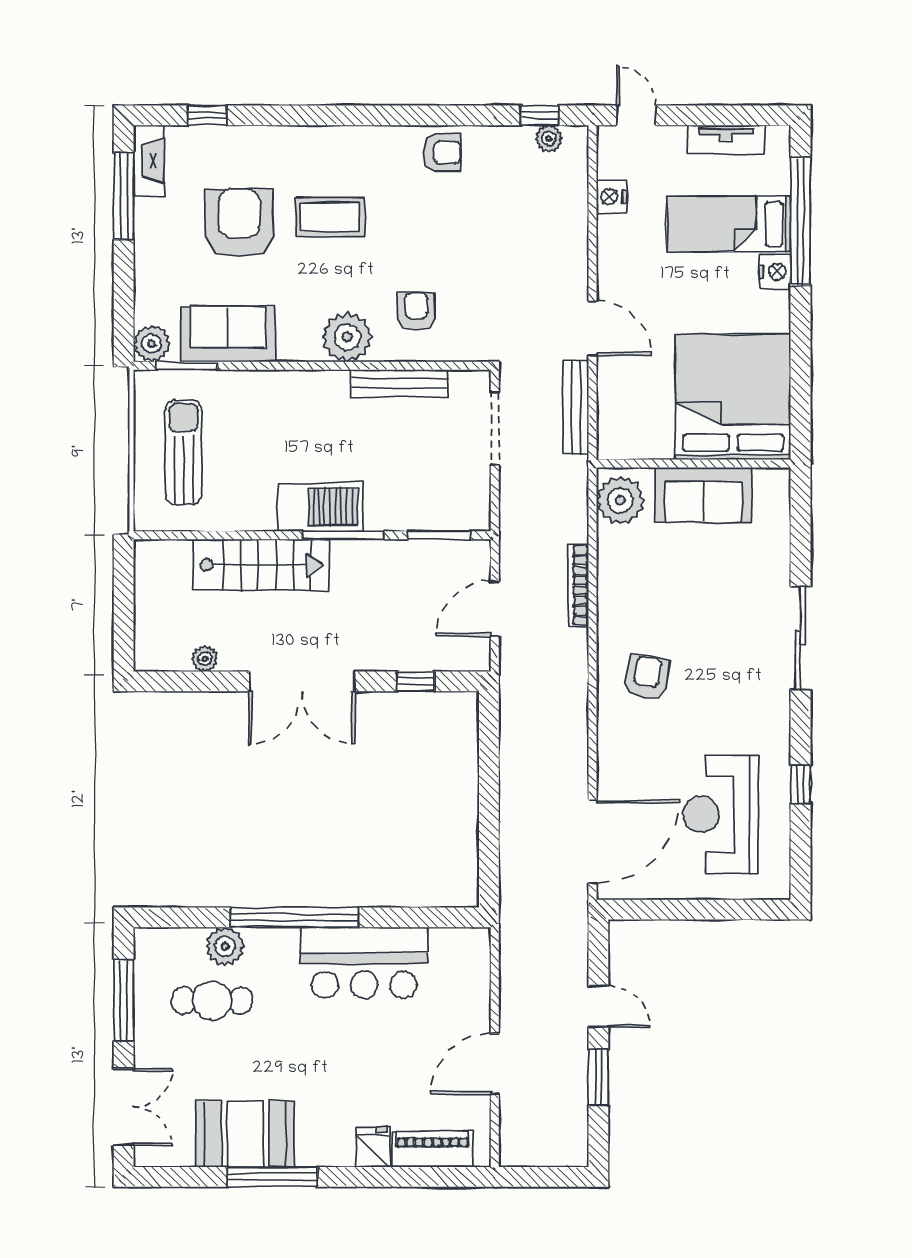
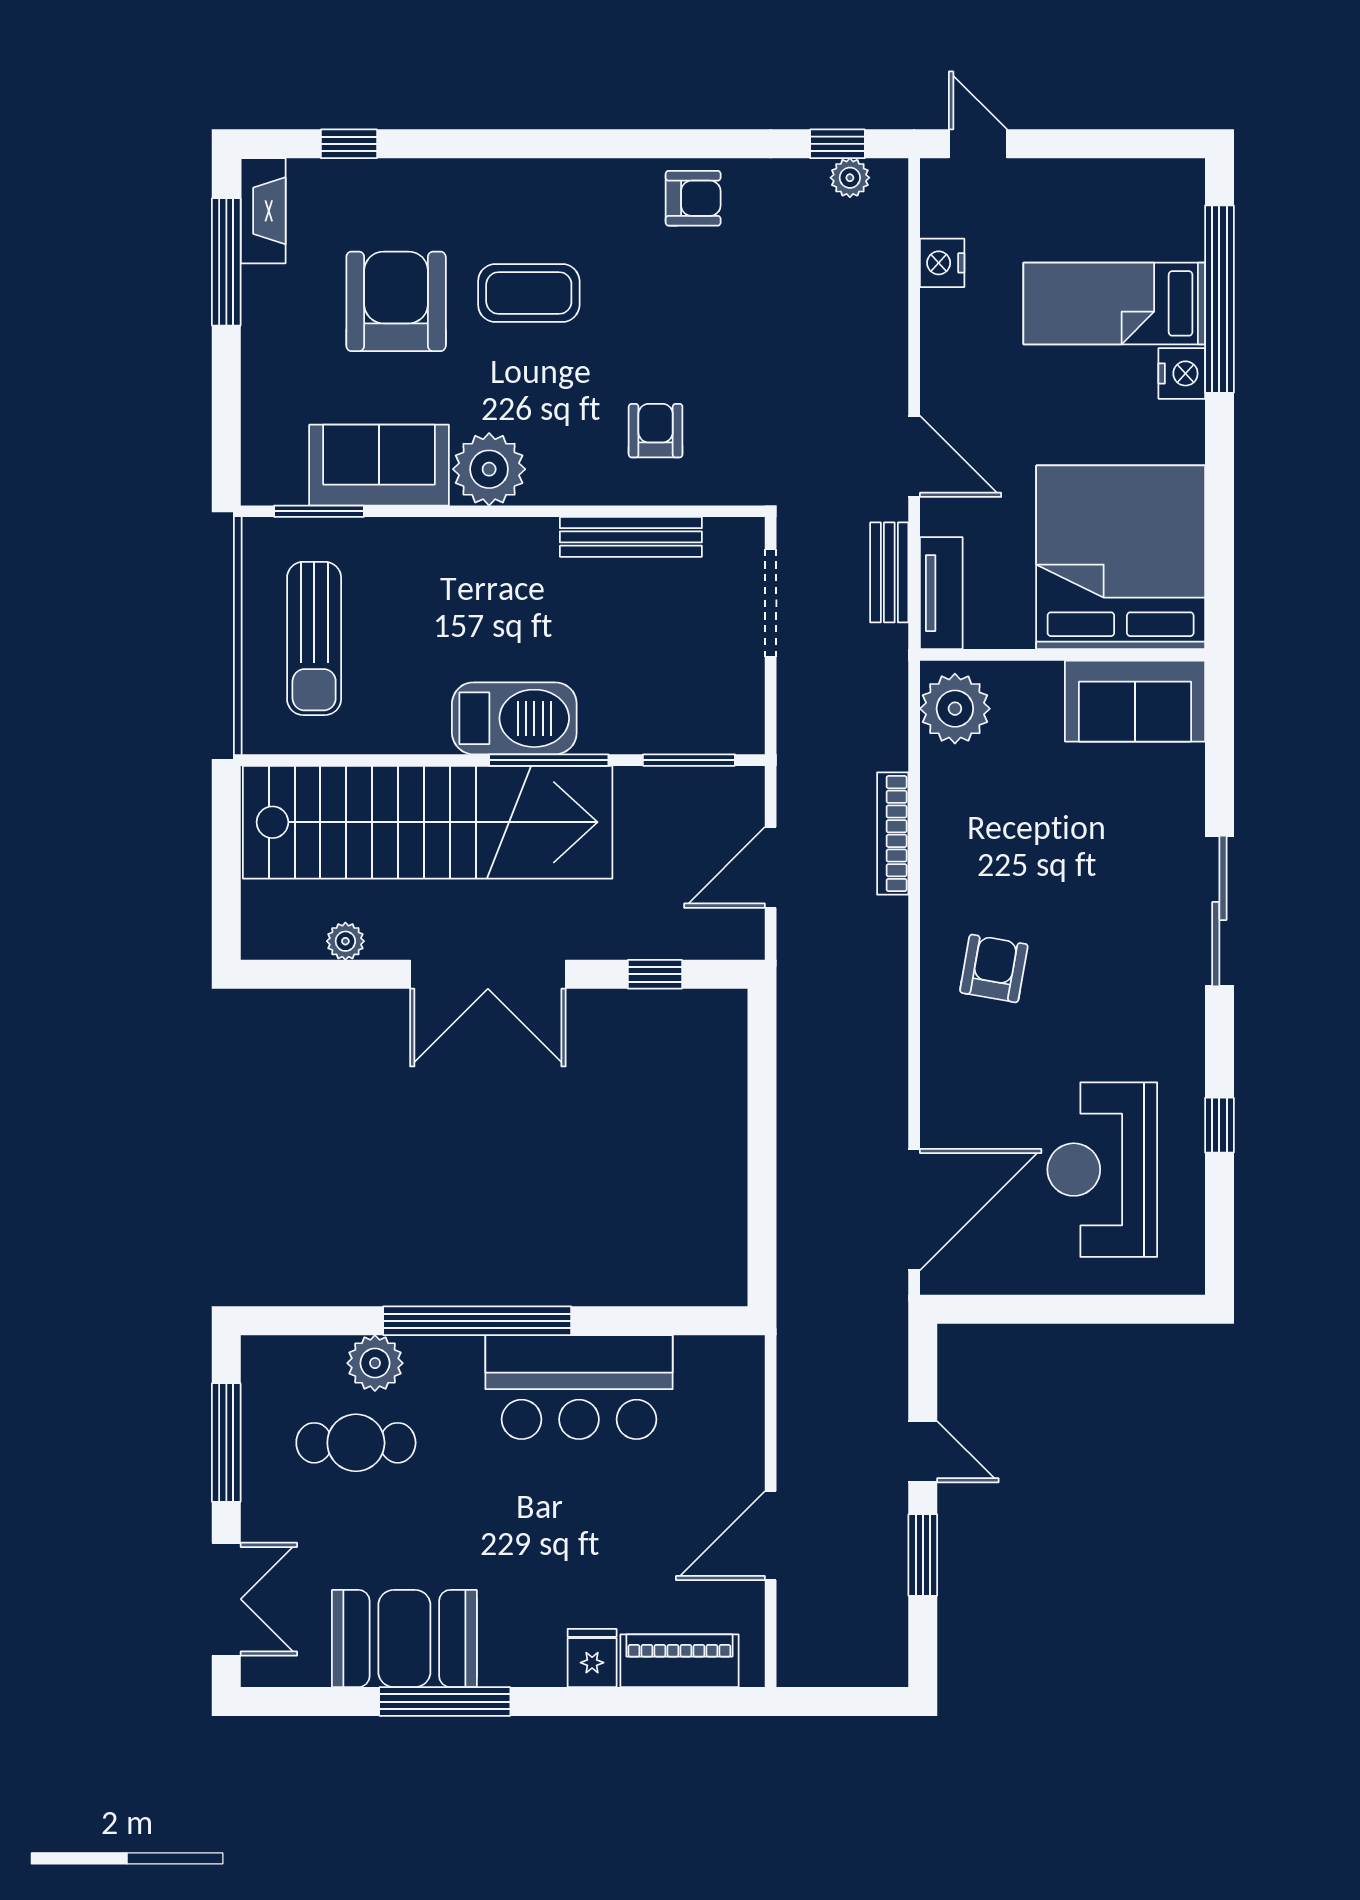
tv unit: (726, 140) -> (941, 593), moved, turned -90
plant: (347, 337) -> (489, 469), moved
plant: (152, 344) -> (267, 479), removed
bench: (576, 407) -> (889, 572), width x0.73
sun lounger: (184, 452) -> (314, 638), turned 180
sofa: (703, 495) -> (1135, 701), moved
stairs: (261, 565) -> (428, 822), width x1.86, depth x1.51

